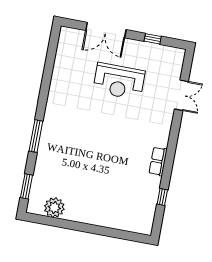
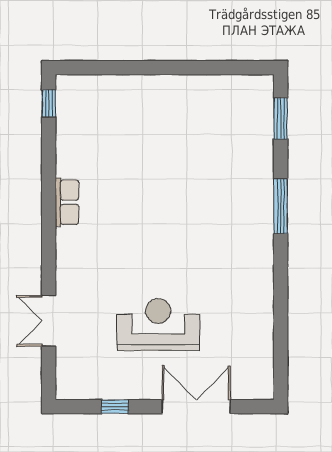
window: (162, 197) -> (49, 103), moved
plant: (54, 207) -> (227, 92), removed

